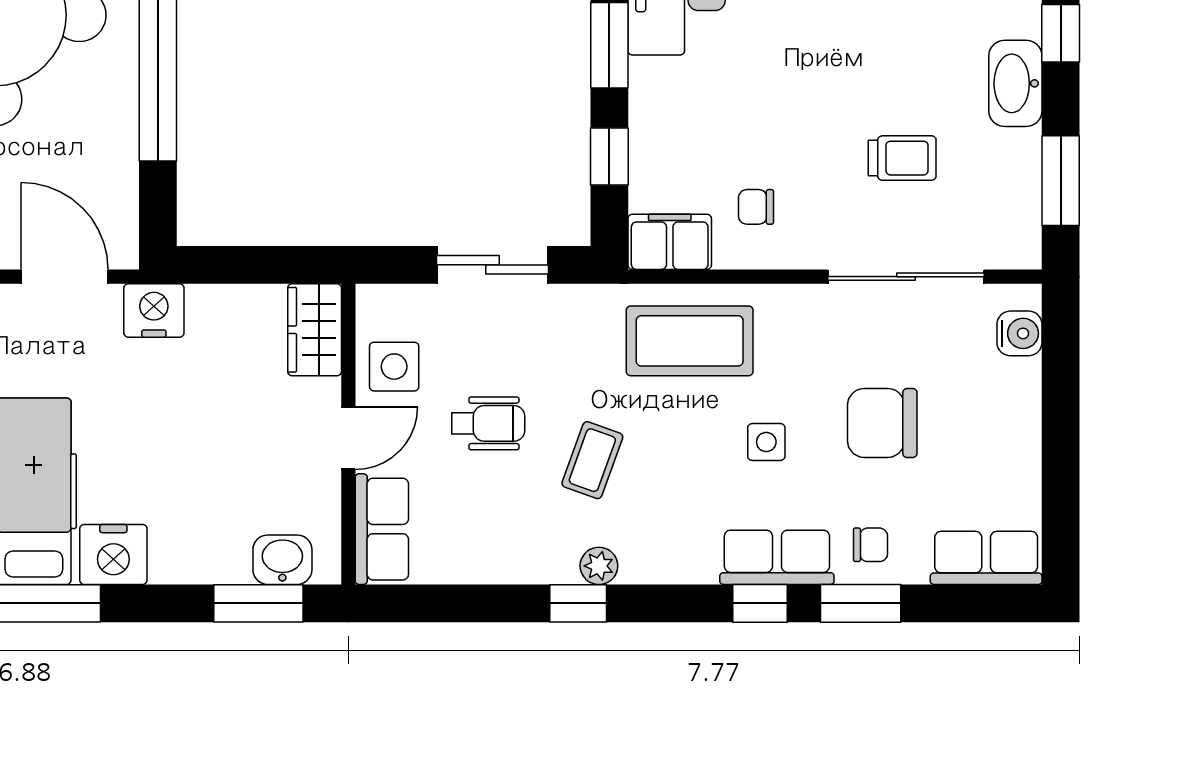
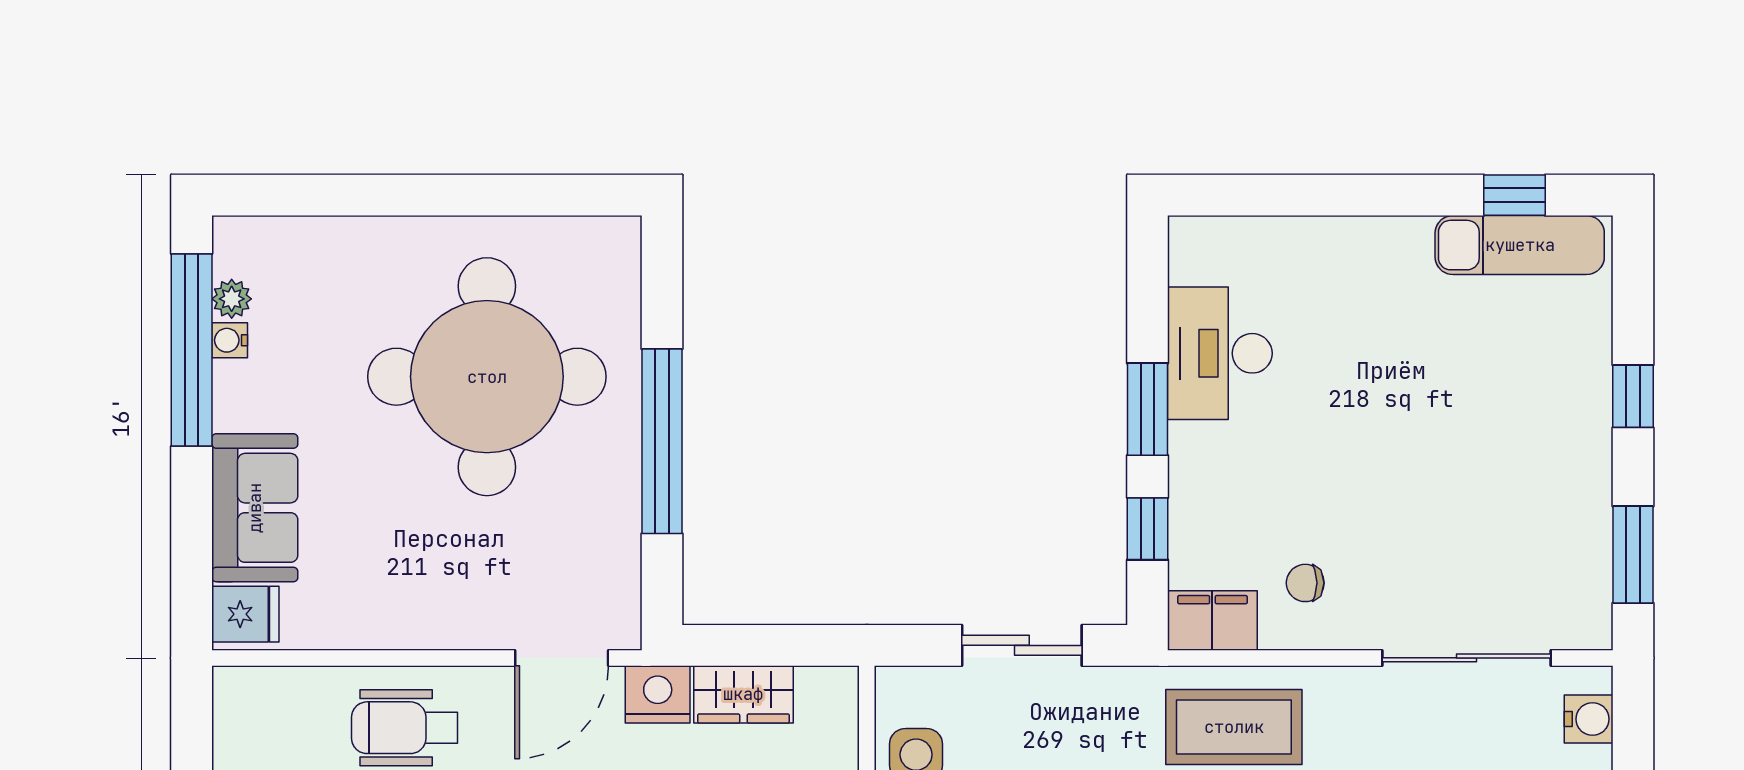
washbasin: (1015, 83) -> (1584, 450), removed
trolley: (902, 158) -> (1463, 530), removed
door: (65, 277) -> (562, 658), swing flipped
wardrobe: (315, 330) -> (743, 694), moved, turned -90

